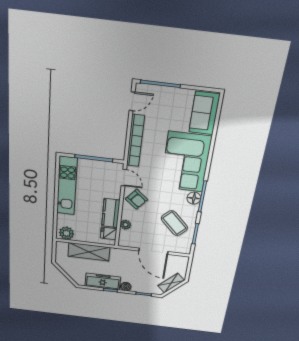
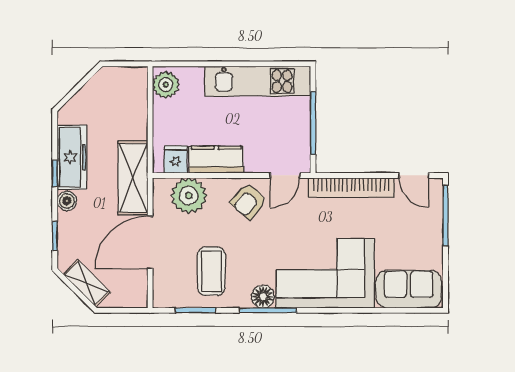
coffee table: (174, 223) -> (211, 271), turned -45
plant: (126, 225) -> (189, 196), width x1.87, depth x1.87
shelving: (89, 252) -> (133, 178), moved

